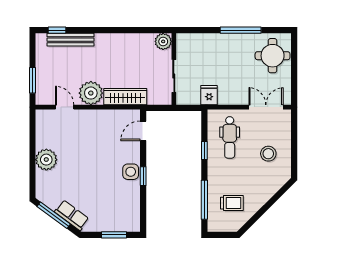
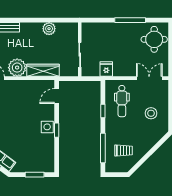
plant: (163, 41) -> (49, 29), moved

